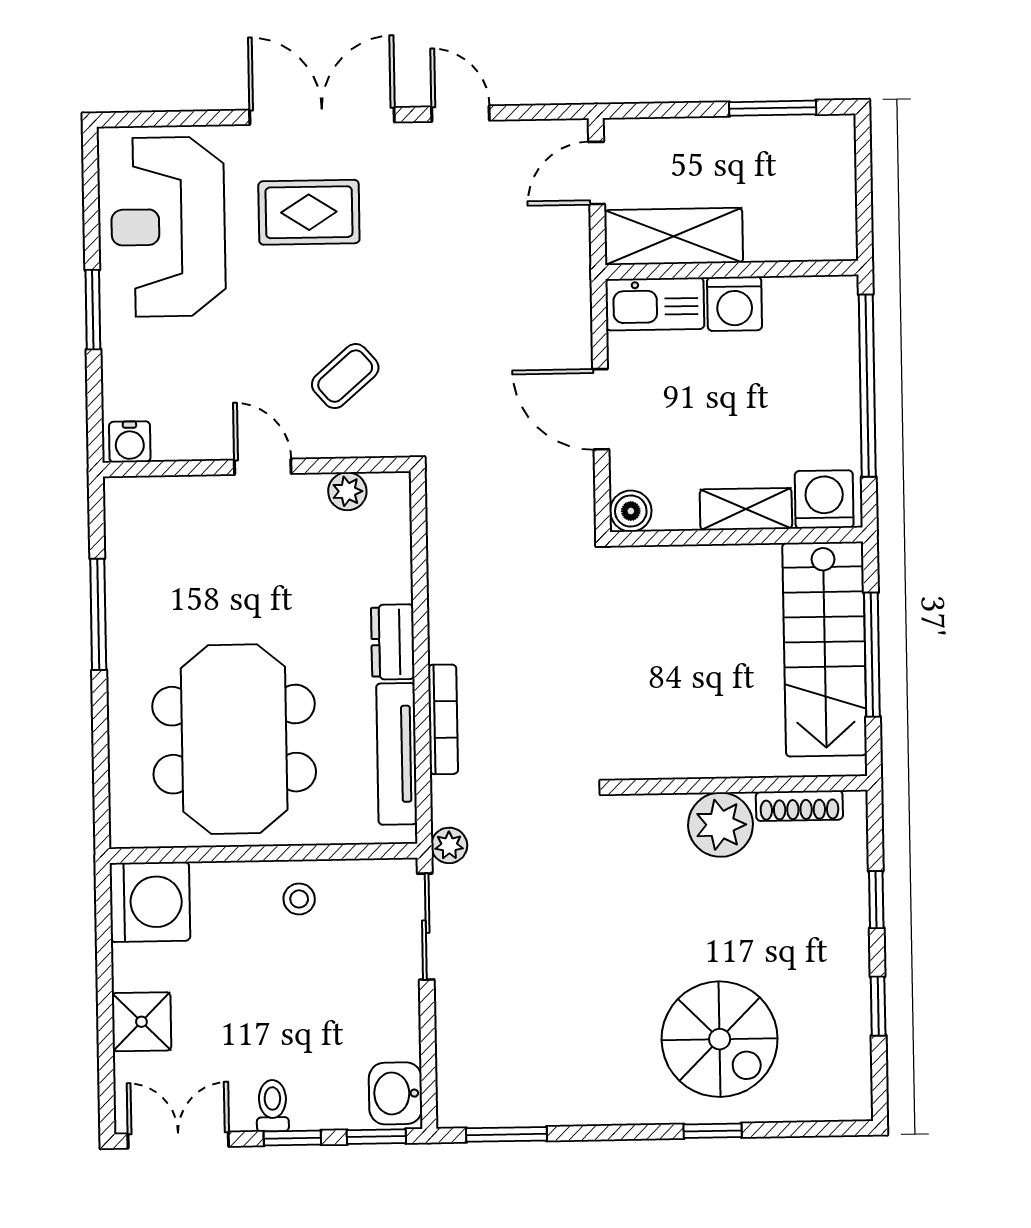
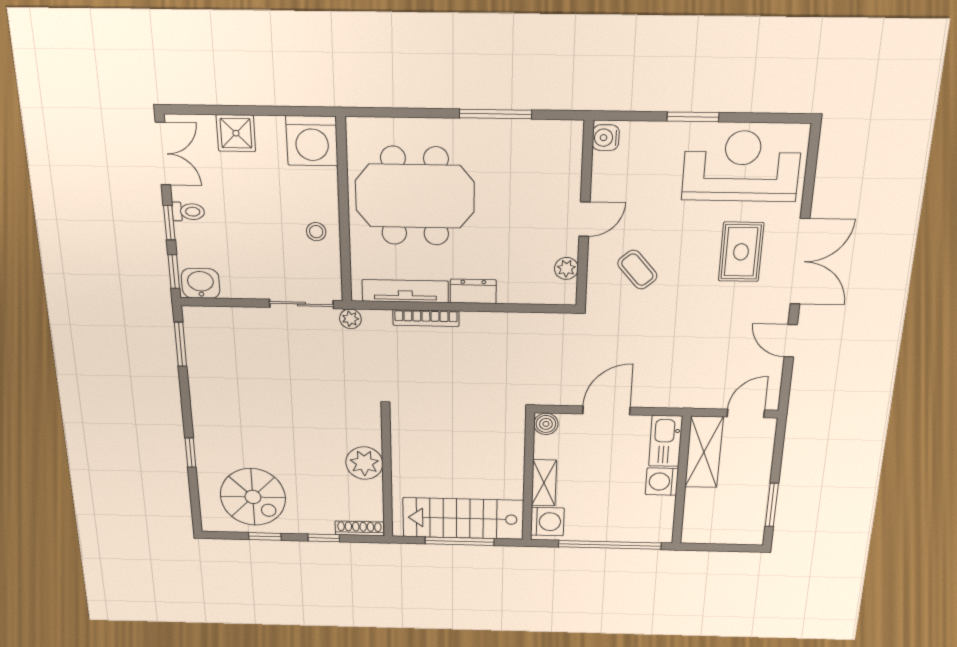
door: (461, 114) -> (791, 341), swing flipped
door: (597, 173) -> (746, 413), hinge flipped
shoe rack: (799, 806) -> (359, 528), moved, turned 90
spiral stairs: (720, 1039) -> (253, 497), moved, turned -90

